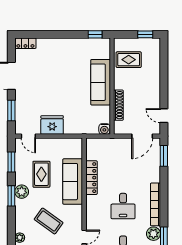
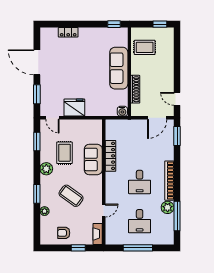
locker: (25, 43) -> (68, 32), moved
sofa: (73, 182) -> (93, 159), width x0.73
window: (11, 196) -> (37, 194), moved

